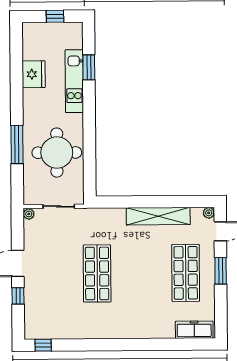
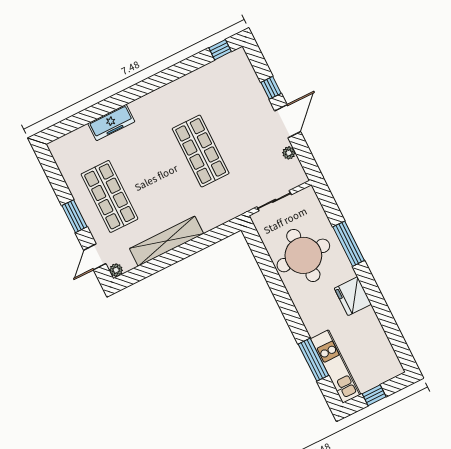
window: (89, 67) -> (313, 360), width x1.44
fridge: (34, 74) -> (353, 296), moved
kitchen unit: (74, 81) -> (336, 367), moved
plant: (29, 214) -> (289, 153), moved
freezer: (194, 330) -> (111, 122), moved

